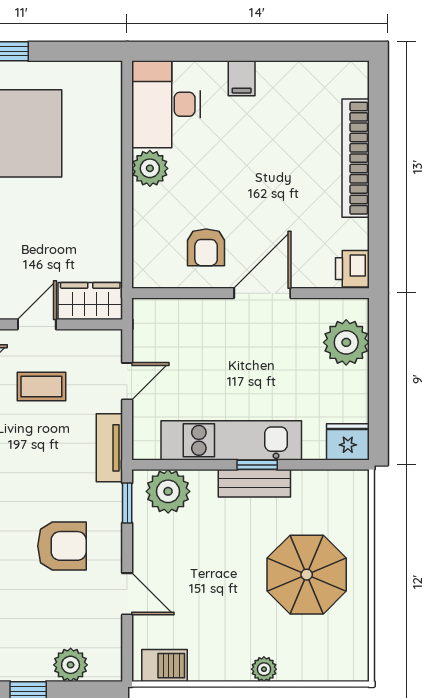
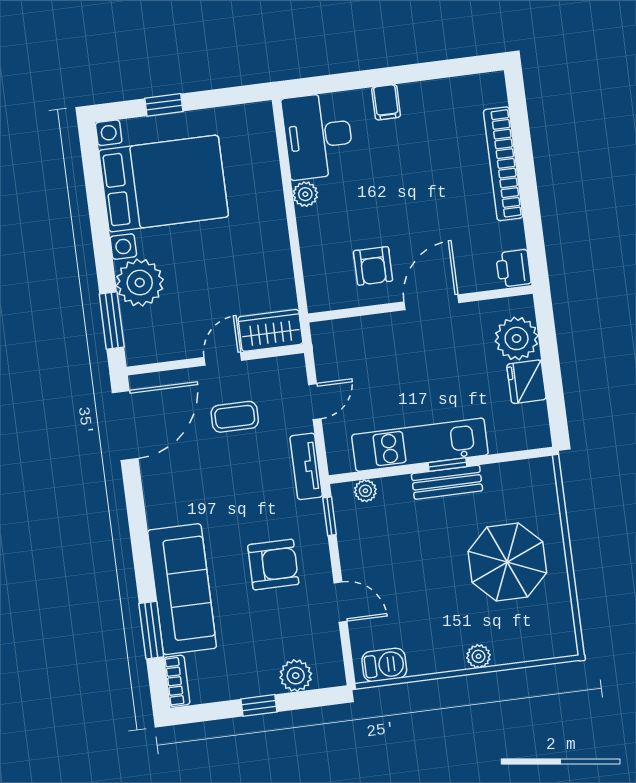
plant: (150, 168) -> (305, 194), width x0.73, depth x0.73
fridge: (348, 442) -> (526, 382), moved, turned -90
plant: (168, 491) -> (365, 491), width x0.53, depth x0.53

